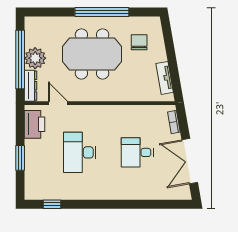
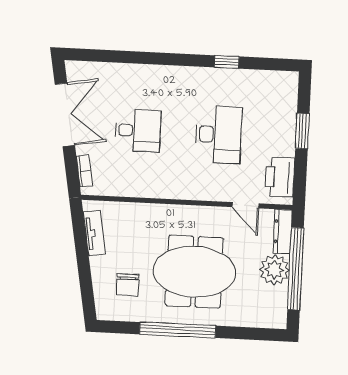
window: (52, 204) -> (227, 62), moved

